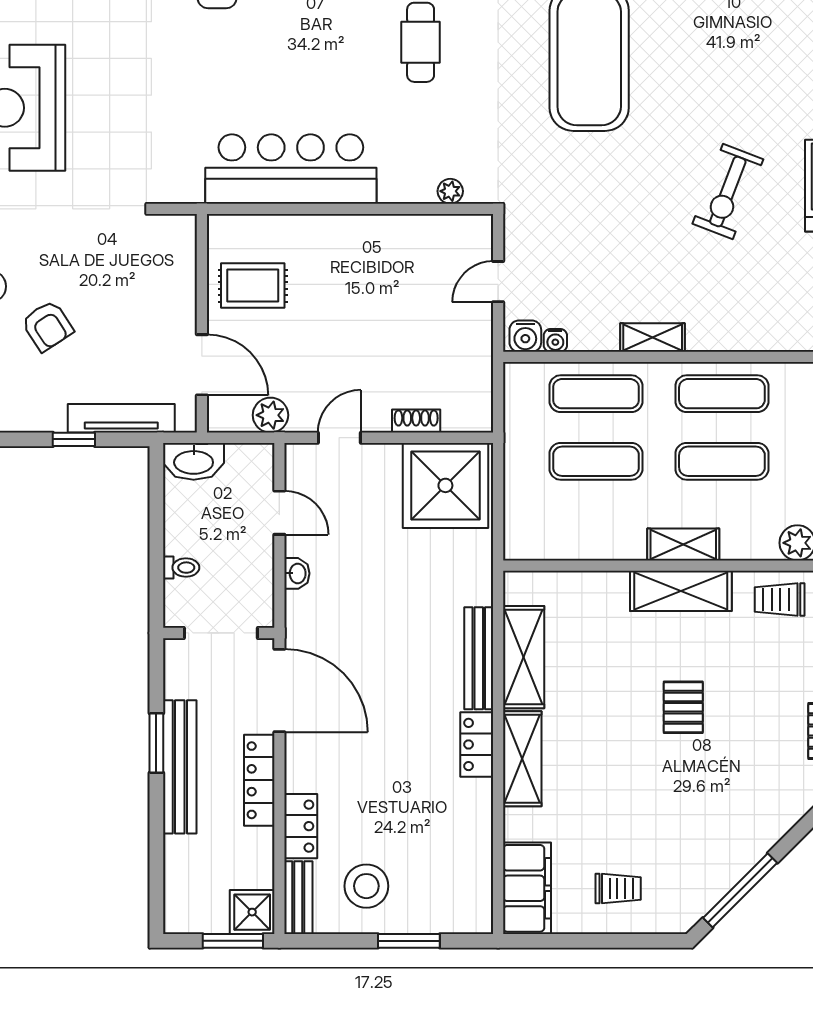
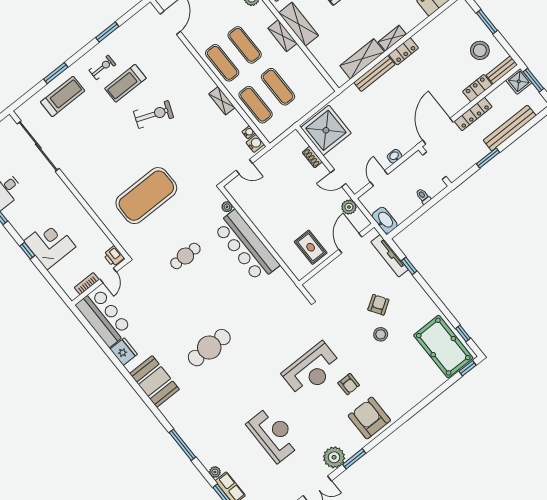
bar counter: (291, 169) -> (246, 246), moved
shelving: (522, 759) -> (392, 38), width x0.67, depth x0.75
bench: (180, 767) -> (510, 128), moved

